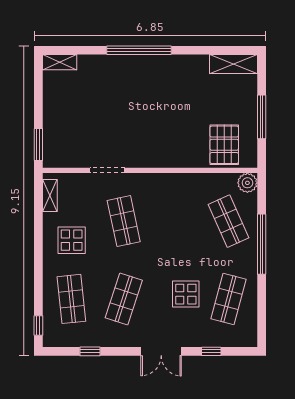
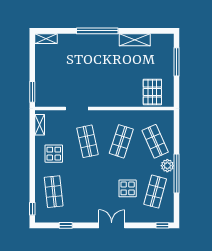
shelving: (233, 64) -> (135, 40), moved
window: (262, 117) -> (177, 62), moved
plant: (247, 183) -> (167, 166), moved
window: (262, 244) -> (177, 174), moved
shop shelf: (124, 299) -> (121, 141), moved
double door: (161, 351) -> (112, 225), swing flipped
window: (211, 351) -> (162, 225), moved

